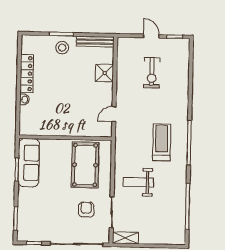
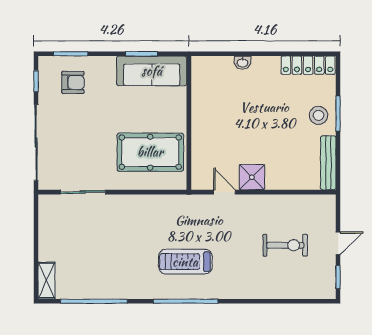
shower: (105, 73) -> (252, 177), moved
exercise bike: (152, 73) -> (285, 245), turned 180
locker: (27, 74) -> (308, 65), moved
treadmill: (162, 142) -> (185, 262), turned 180
weight bench: (138, 182) -> (127, 230), removed
armchair: (86, 210) -> (73, 82), moved
shelving: (125, 238) -> (47, 281), moved

